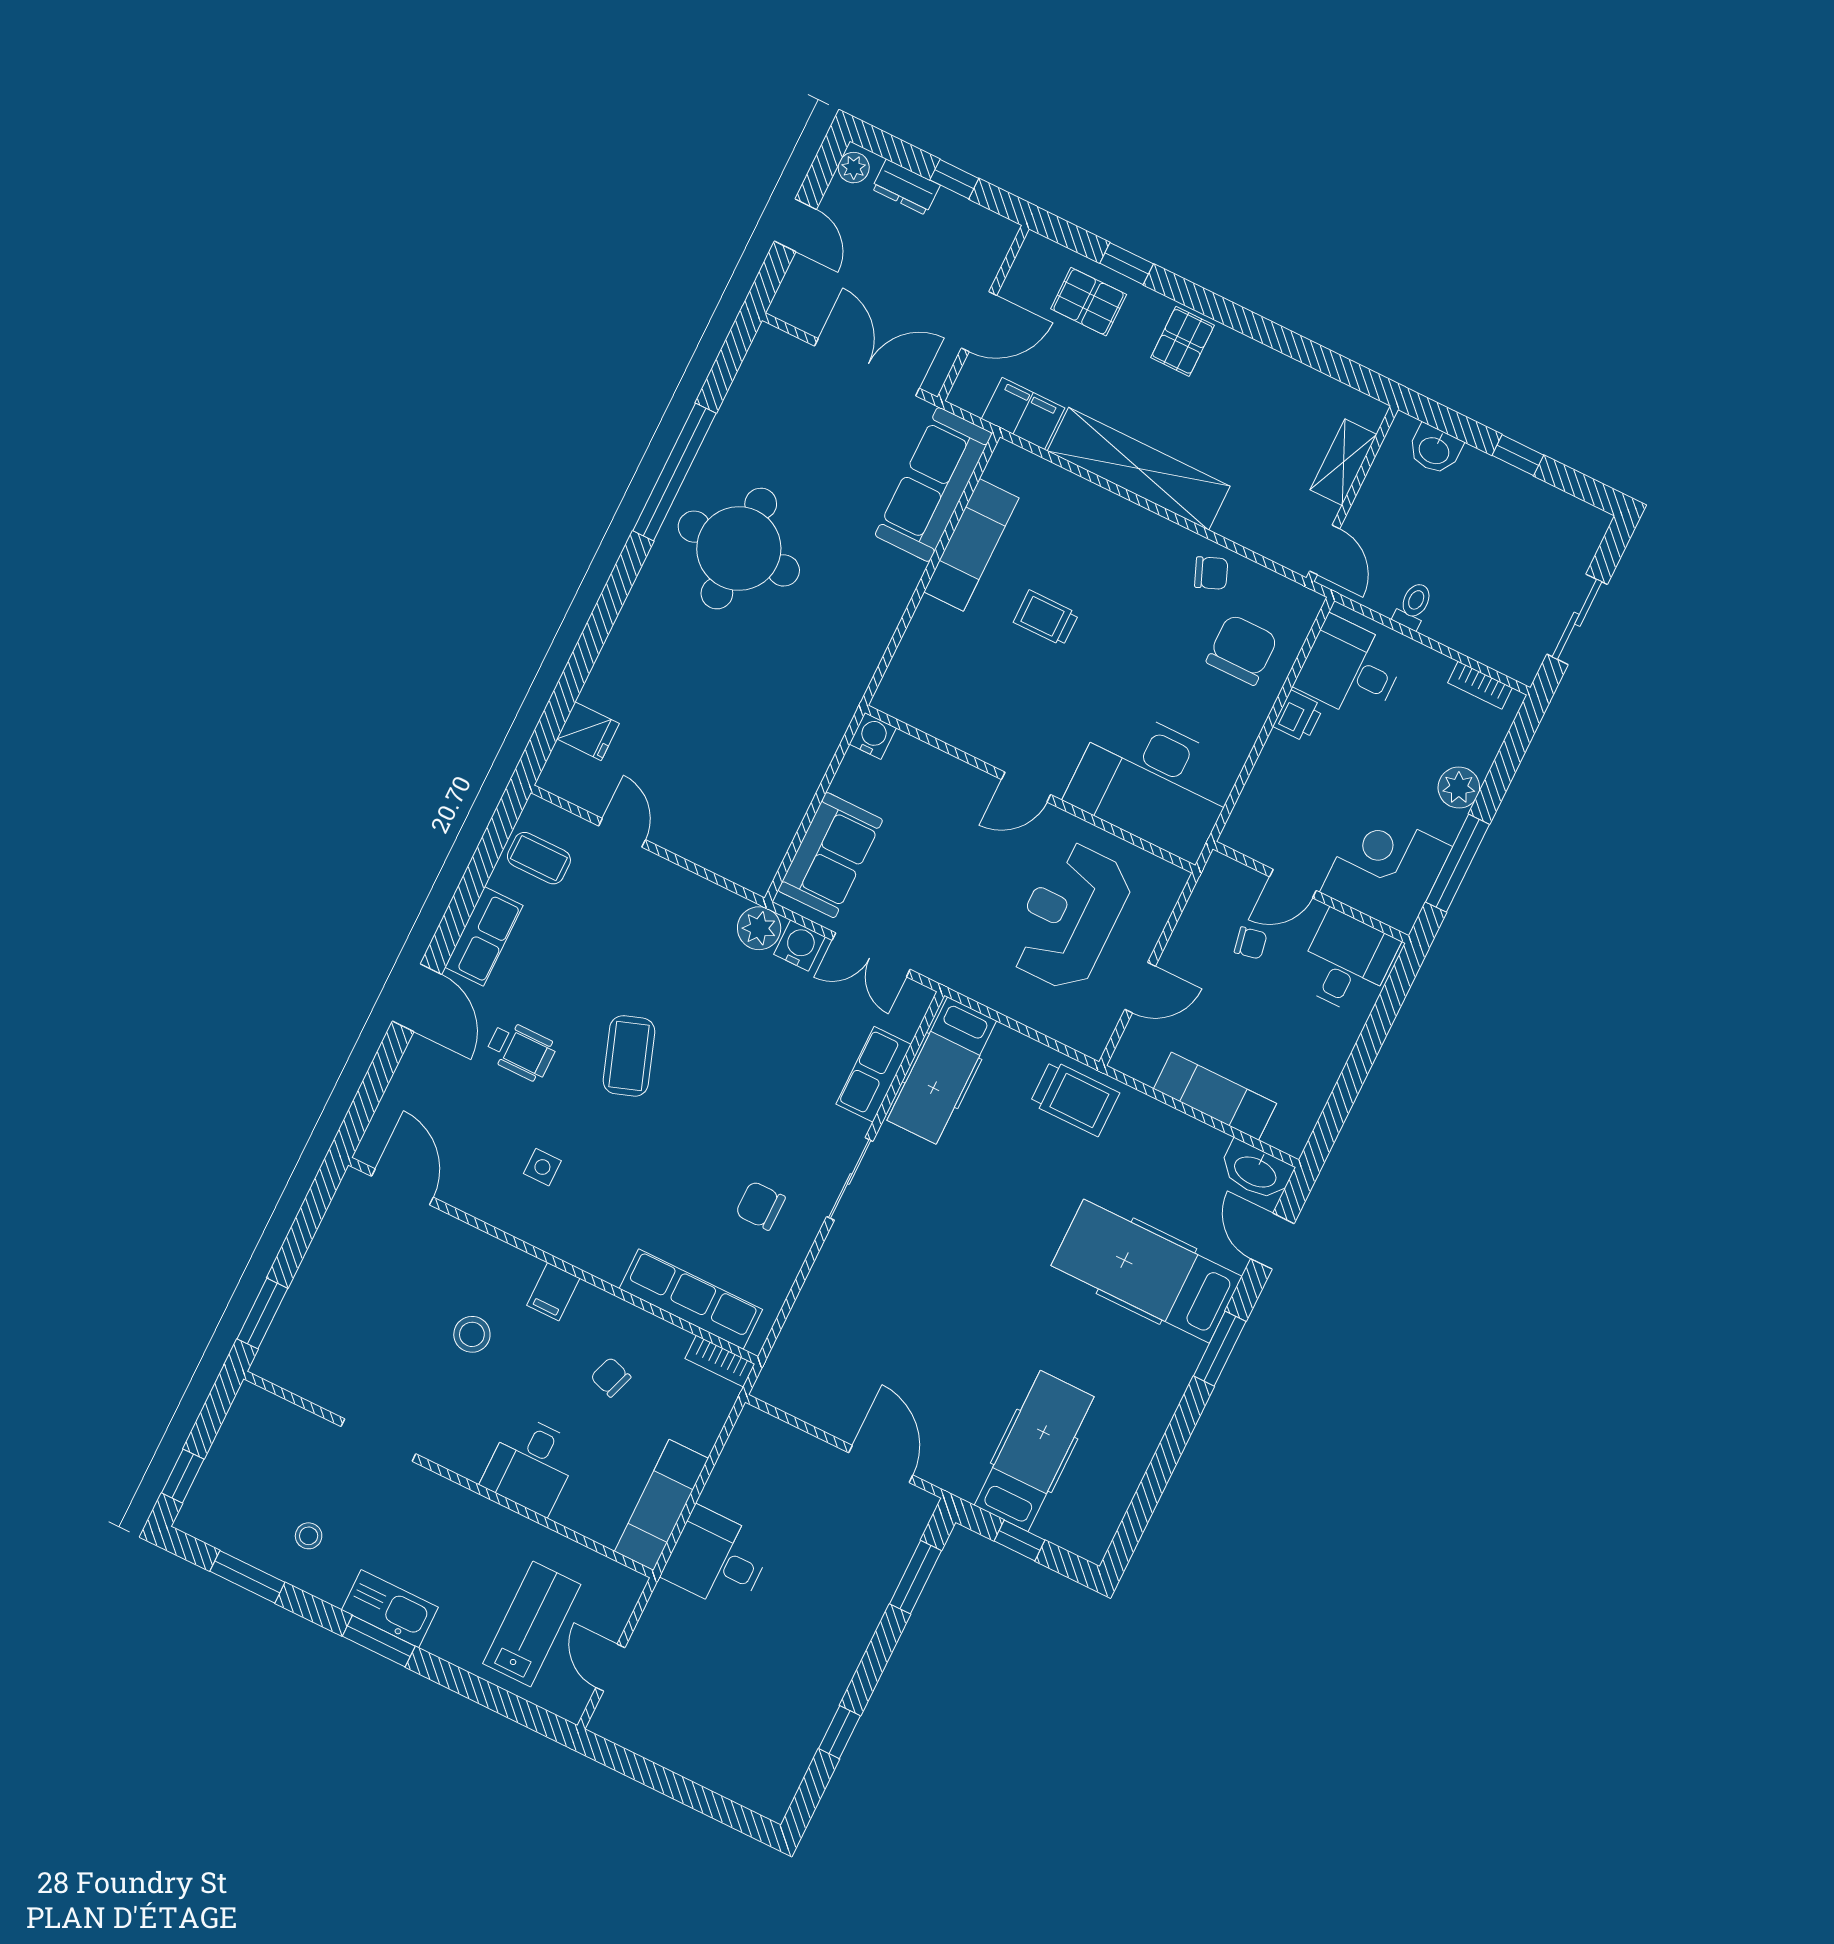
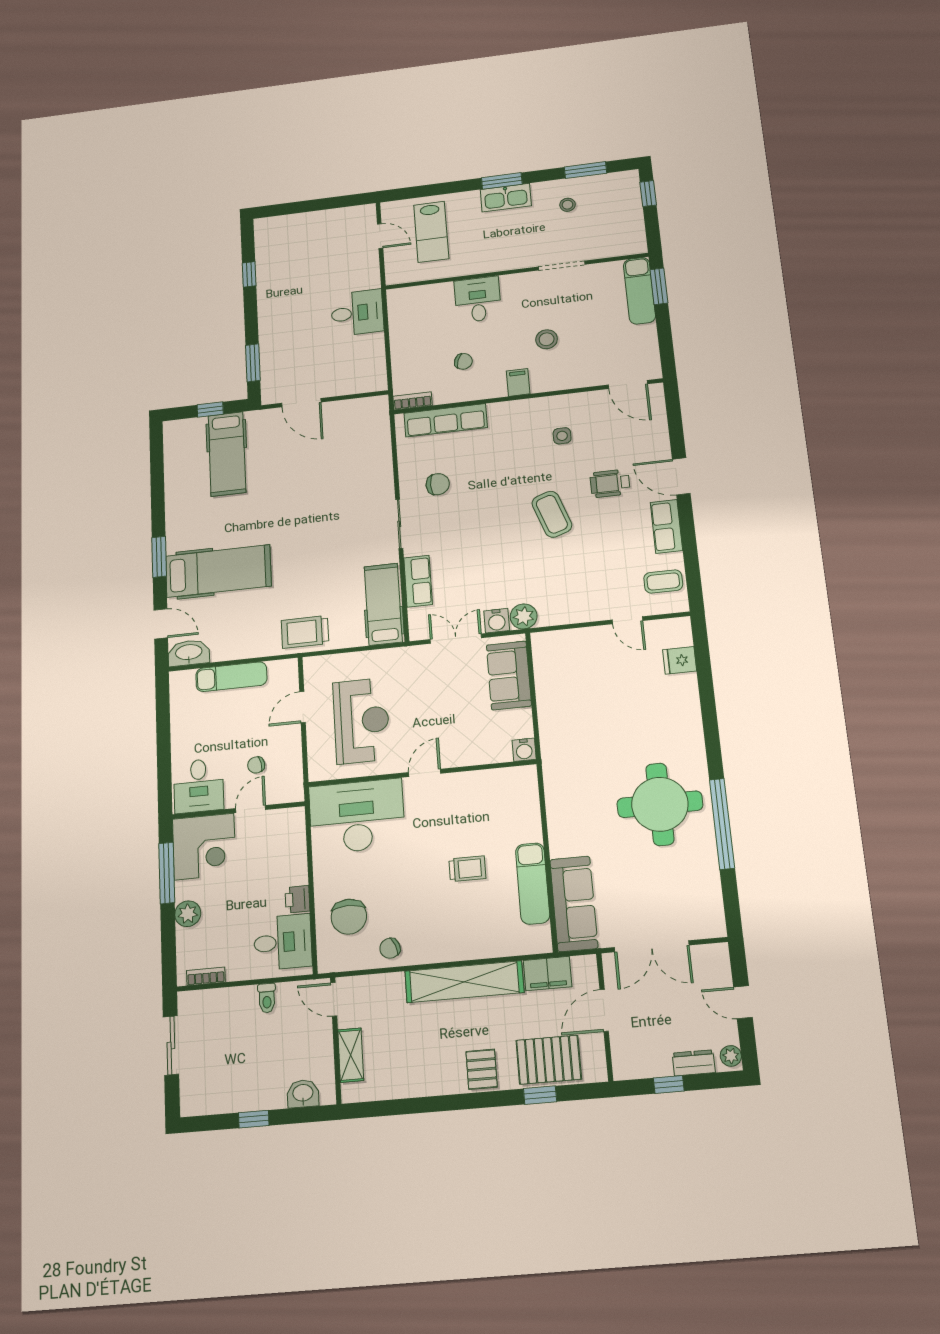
pallet: (1089, 302) -> (549, 1060), width x1.50, depth x1.42
exam couch: (661, 1505) -> (639, 291), moved, turned 180

